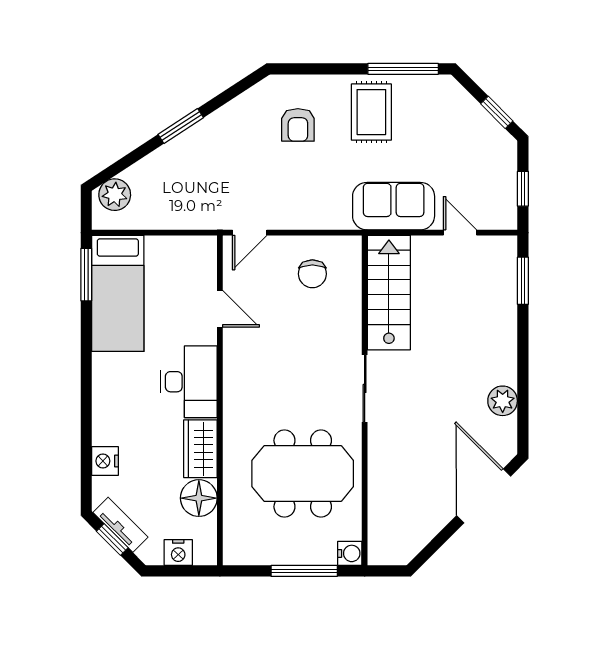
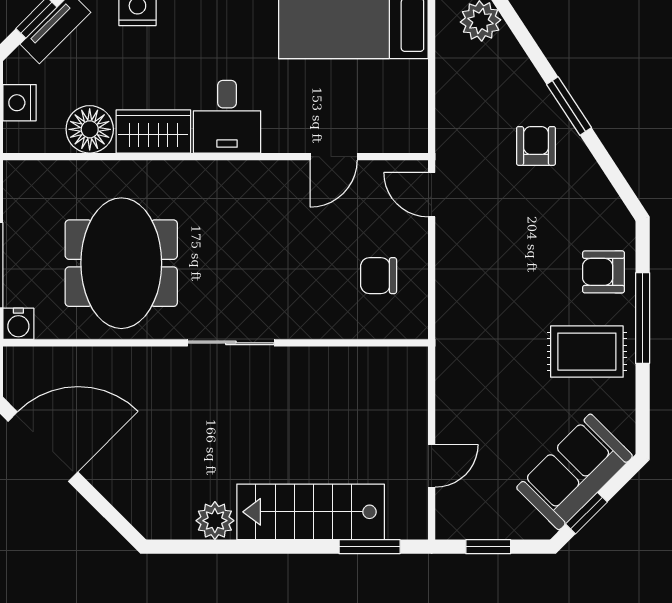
window: (403, 69) -> (643, 318), moved
armchair: (298, 125) -> (603, 272), moved
armchair: (212, 152) -> (536, 146), added
sofa: (394, 206) -> (575, 472), moved, turned -135
stairs: (389, 293) -> (311, 512), moved, turned 180
desk: (189, 382) -> (227, 117), width x0.73
door: (484, 496) -> (43, 447), moved

